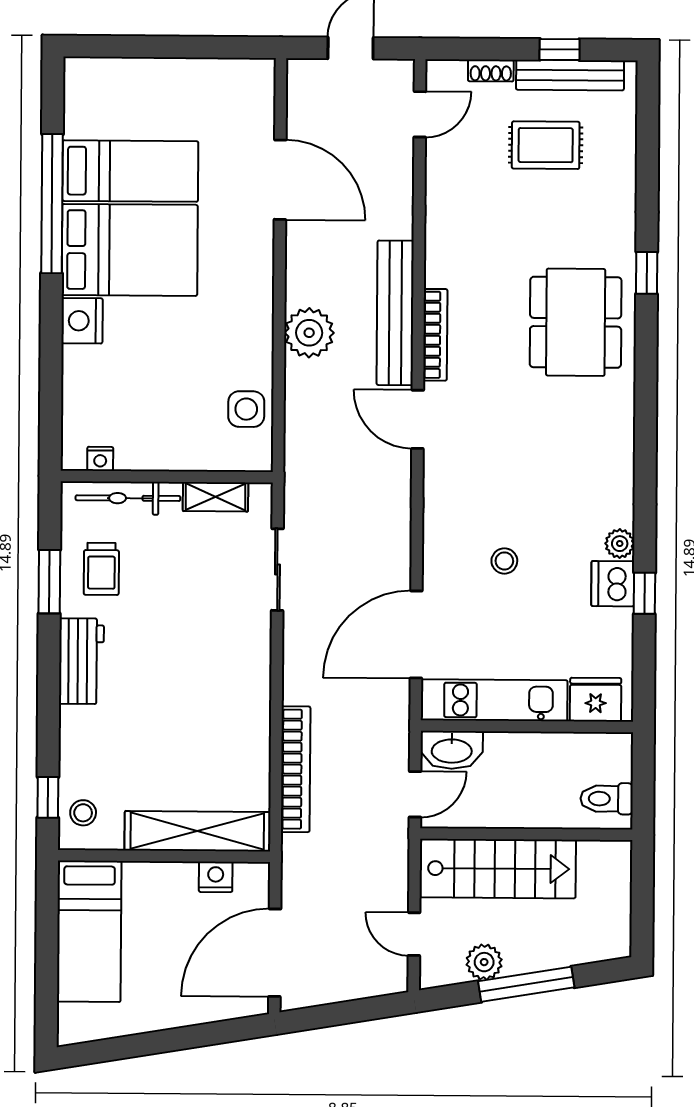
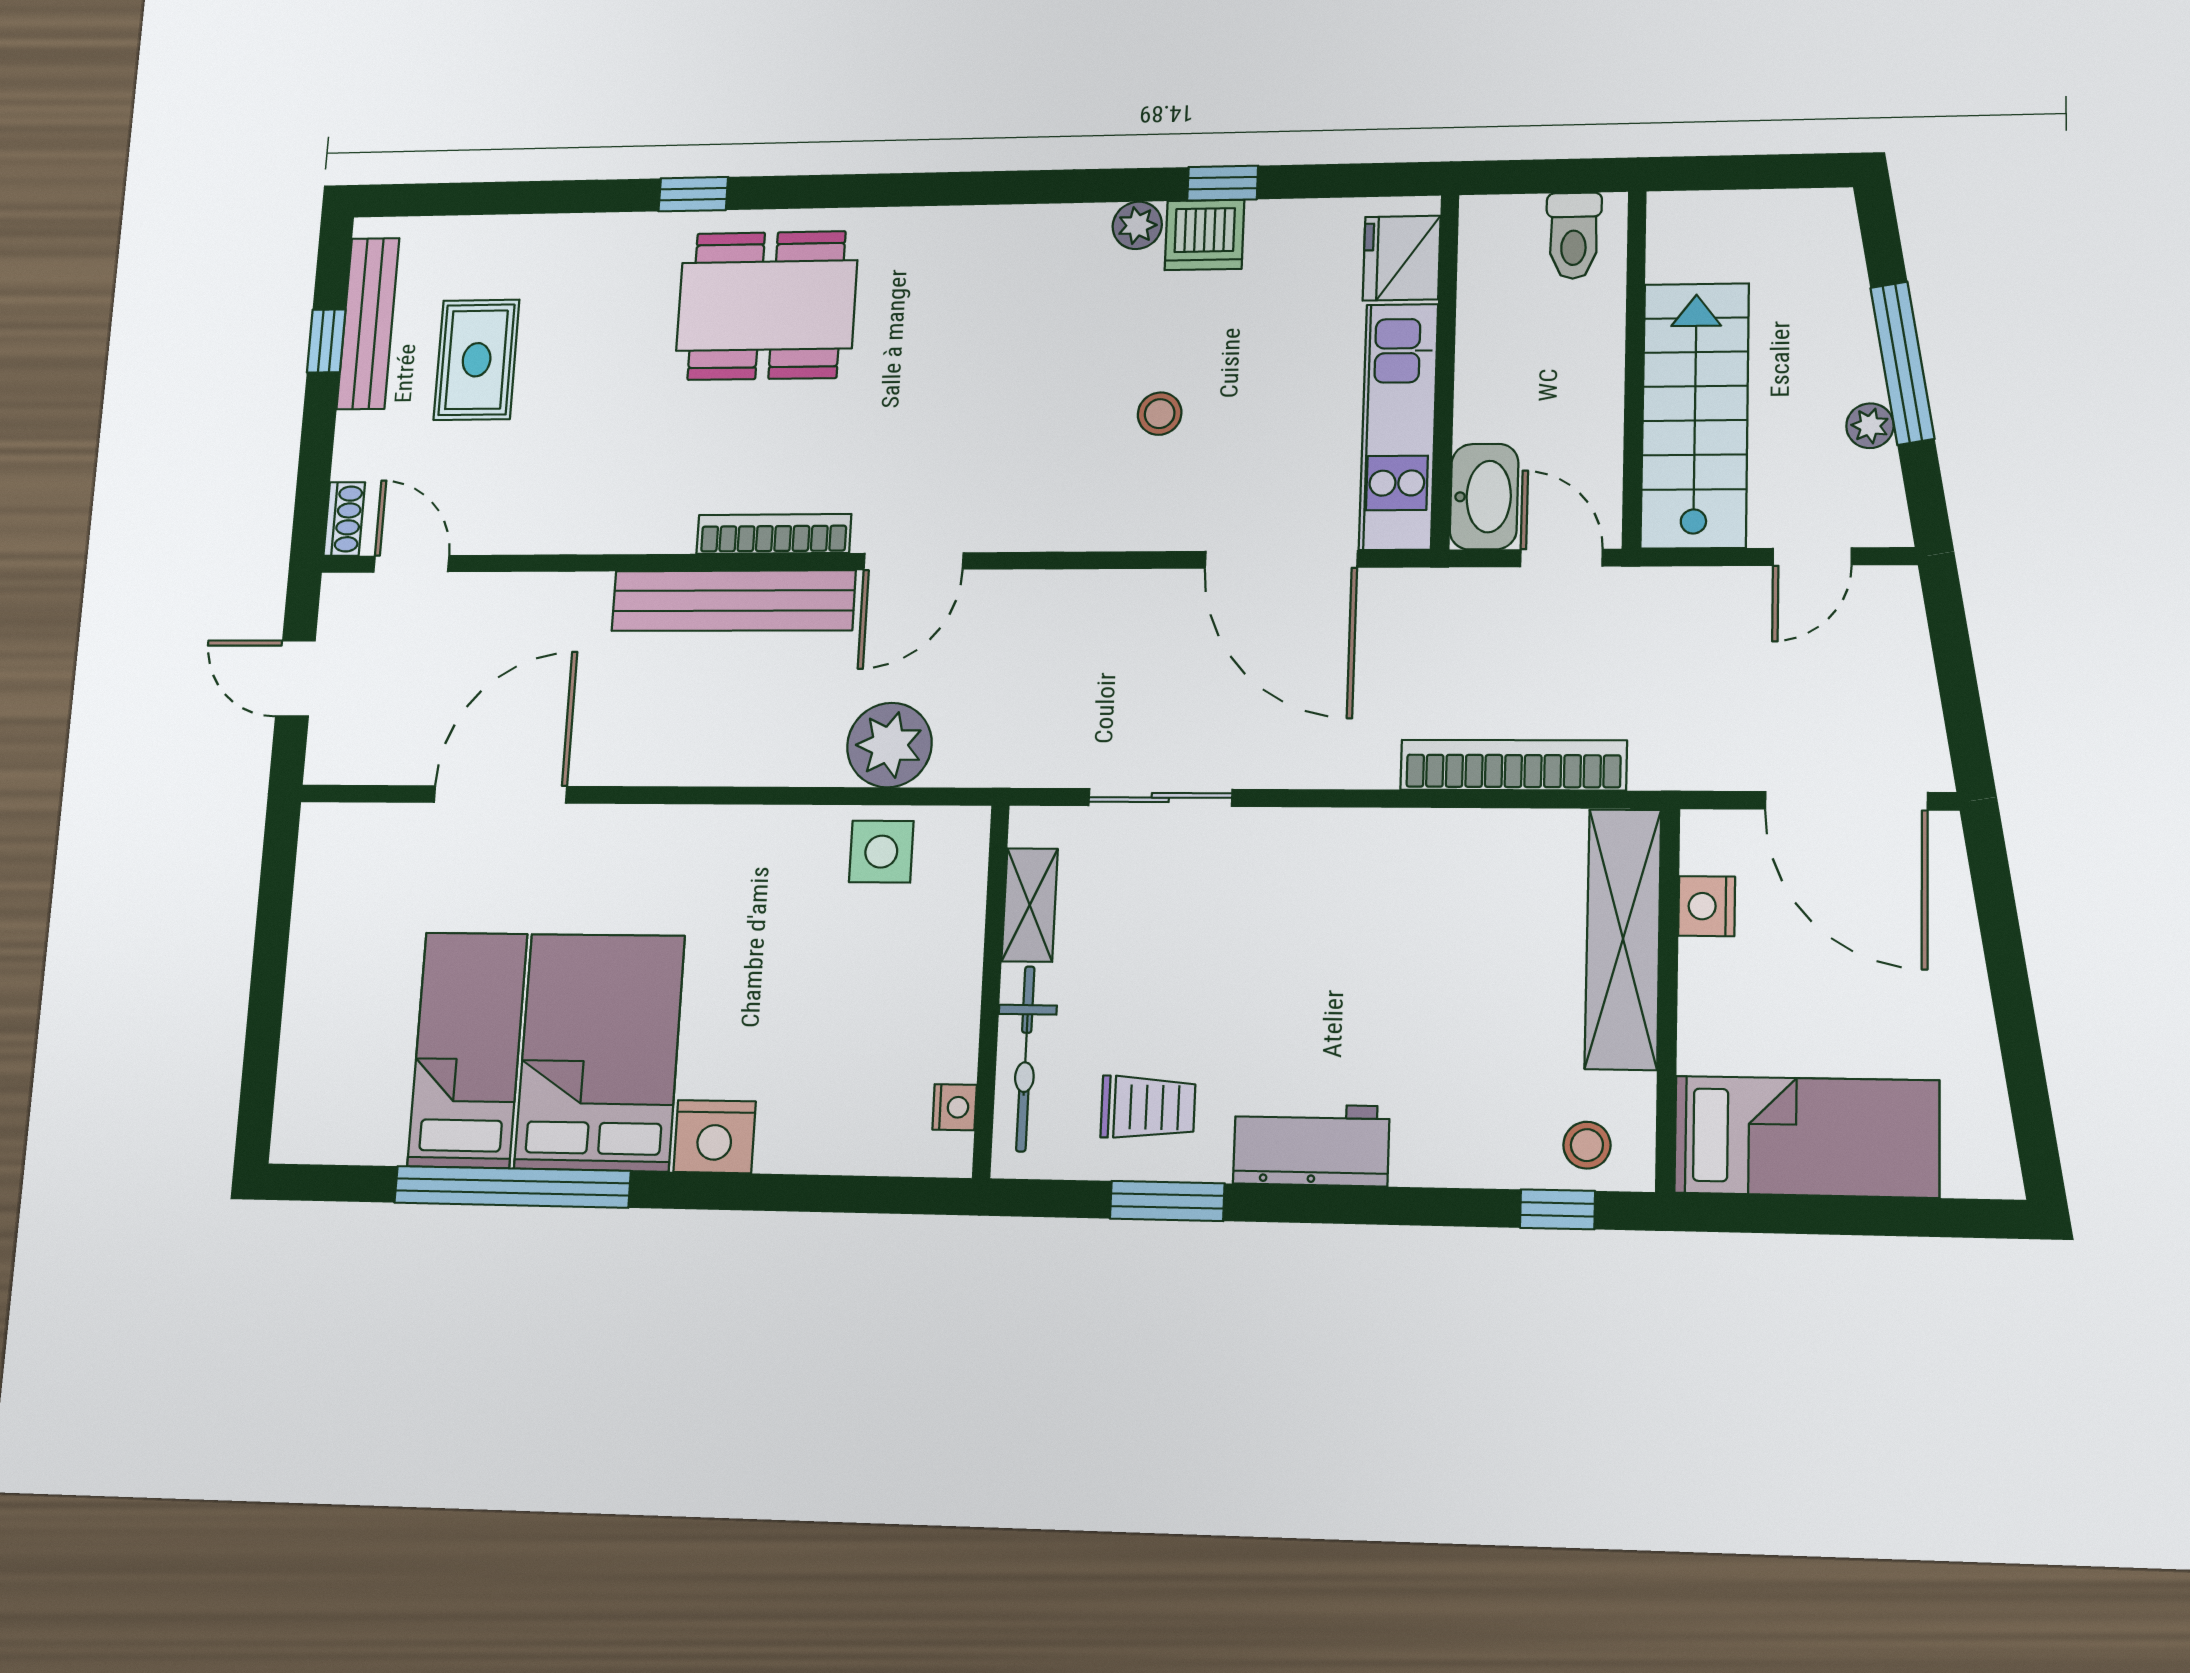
shoe rack: (491, 71) -> (344, 519), moved
plant: (309, 333) -> (889, 745), moved
plant: (484, 962) -> (1870, 426), width x0.73, depth x0.73

